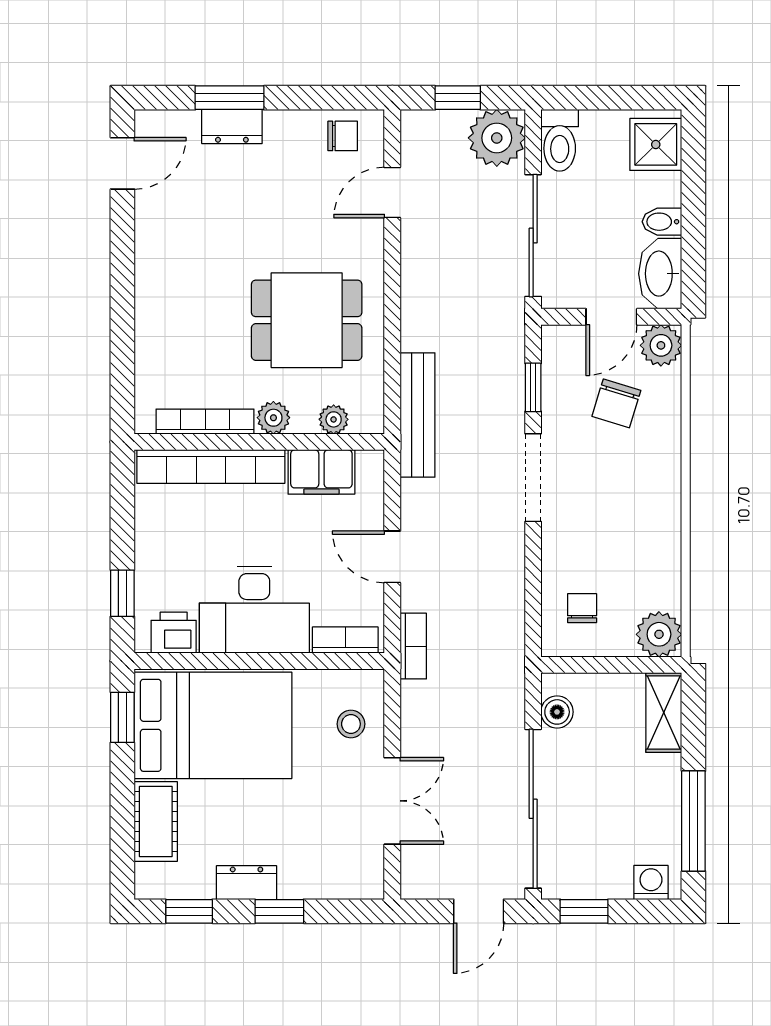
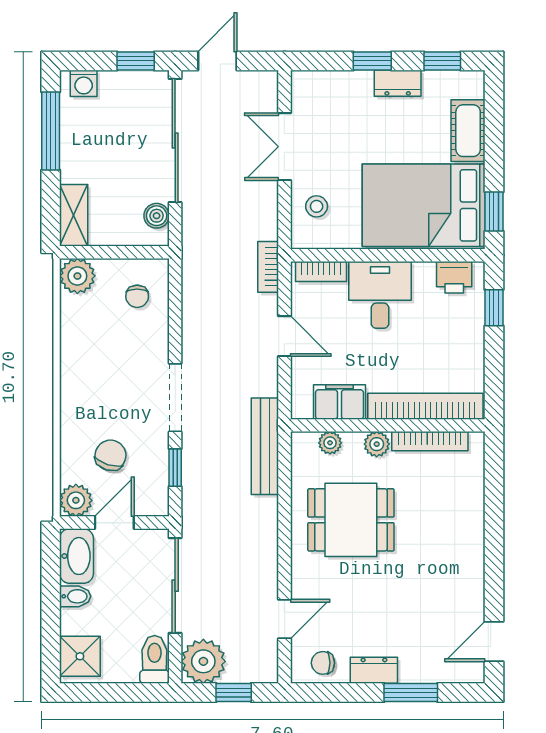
dresser: (232, 126) -> (374, 670), moved
desk: (254, 610) -> (380, 295), width x0.73

